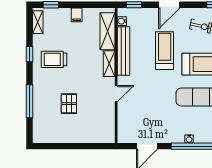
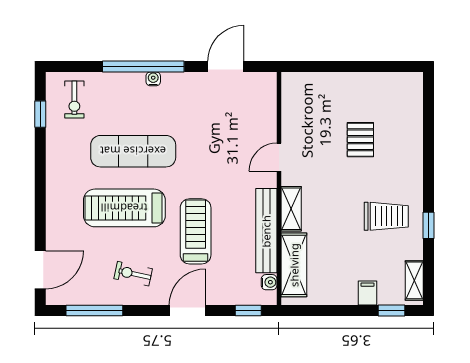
filing cabinet: (77, 15) -> (367, 293), moved
treadmill: (165, 51) -> (196, 231), turned 180
window: (30, 101) -> (429, 144), removed

